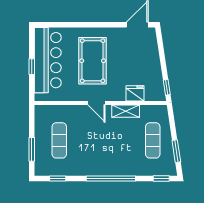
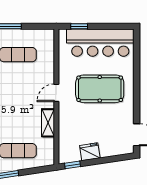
window: (32, 67) -> (79, 26), moved
fridge: (135, 93) -> (90, 152), moved, turned -98

